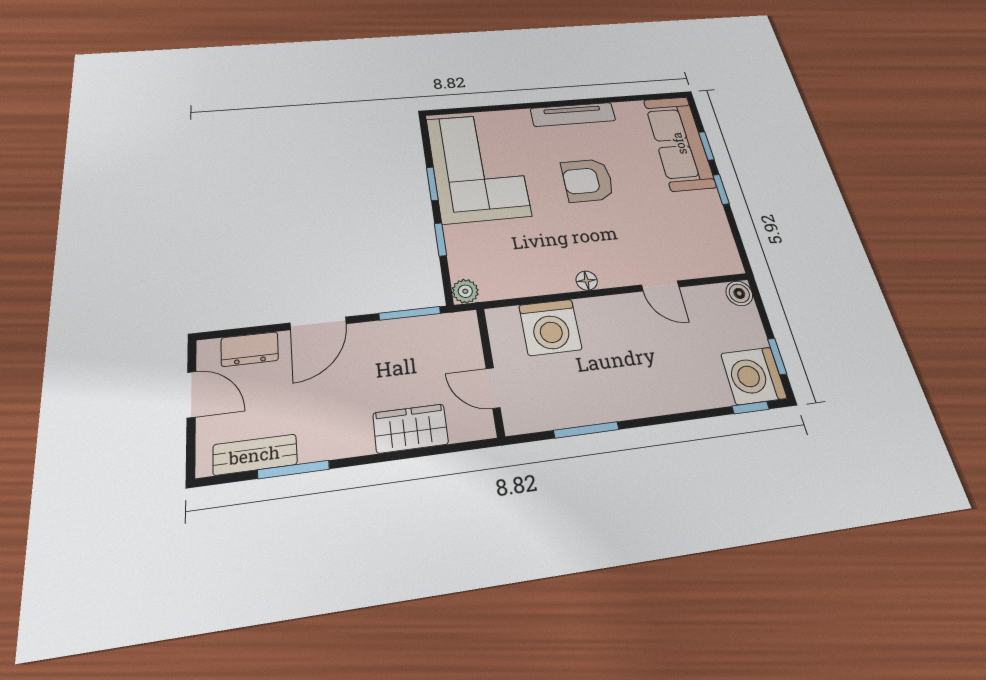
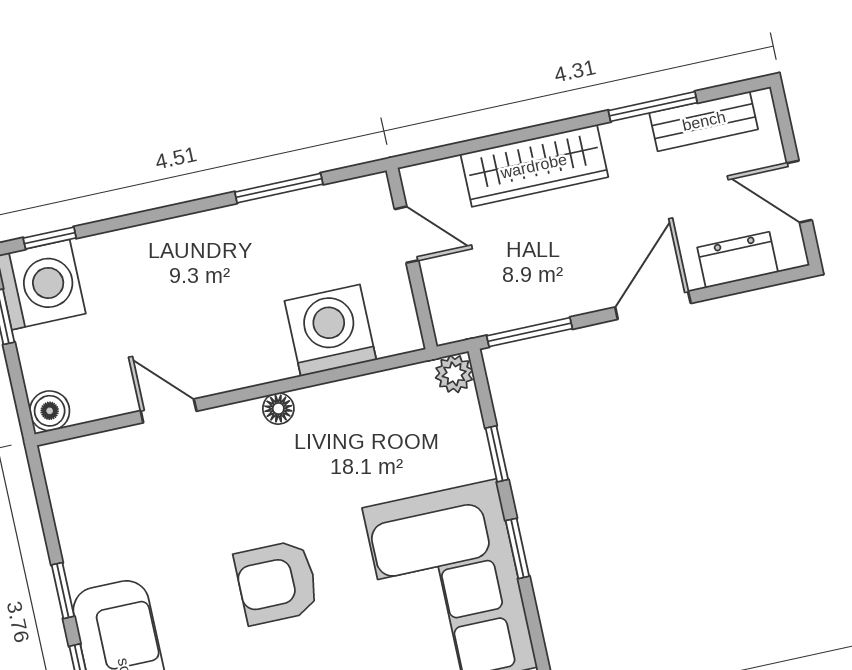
armchair: (588, 180) -> (277, 582), turned 180
wardrobe: (411, 428) -> (534, 166), width x1.50

